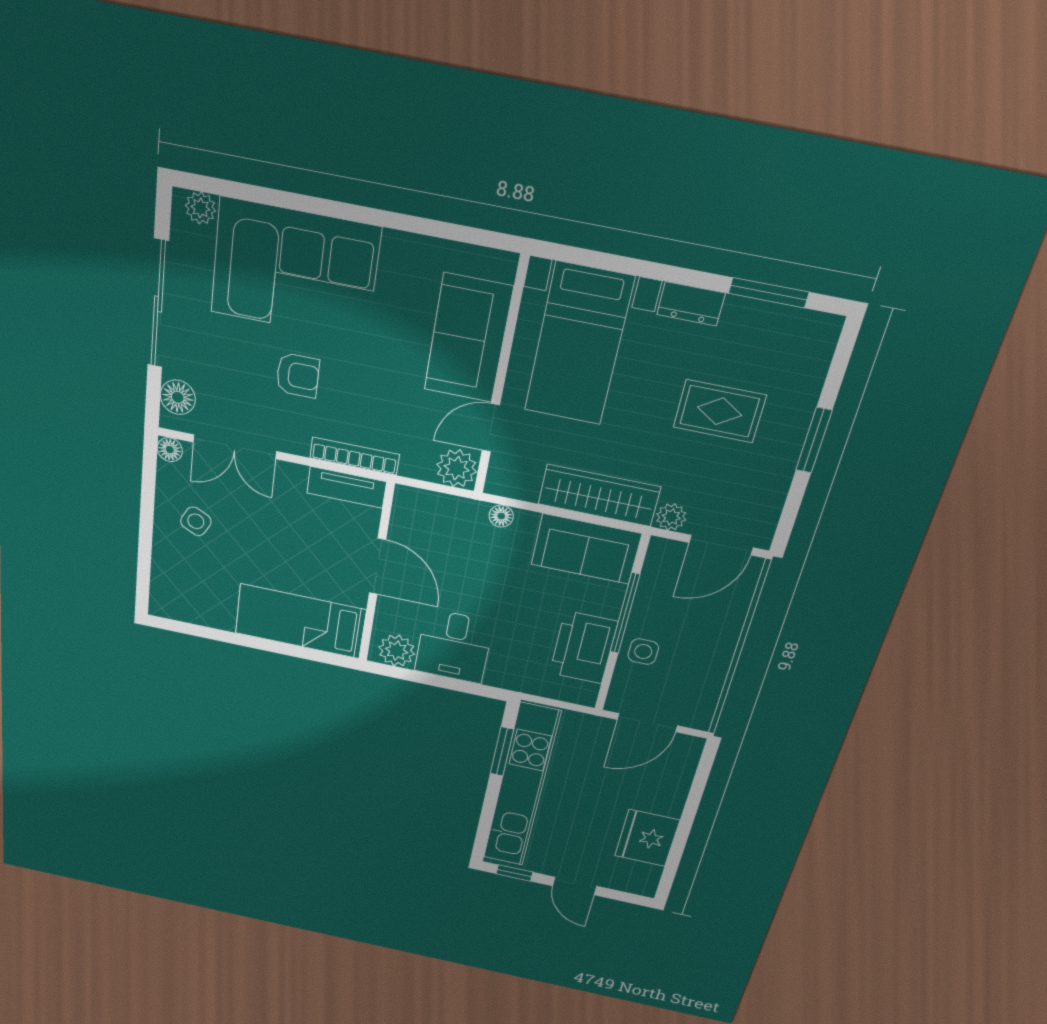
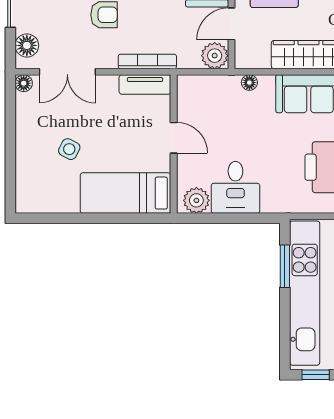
side table: (196, 521) -> (69, 149), moved
door: (377, 566) -> (174, 138), width x0.73

